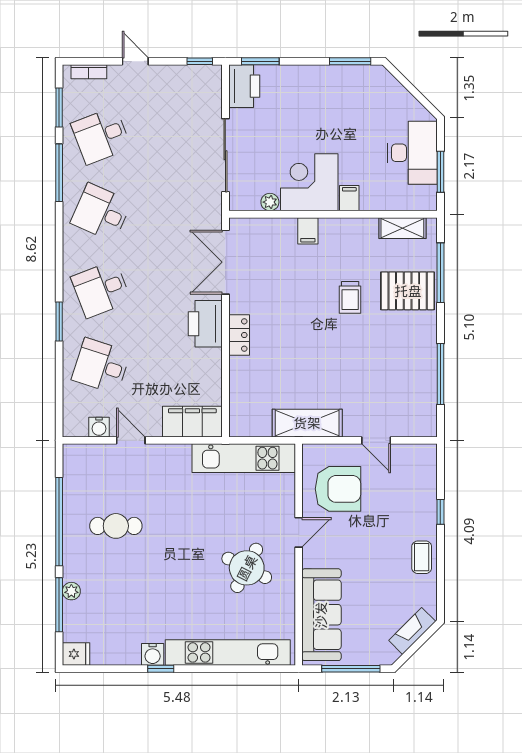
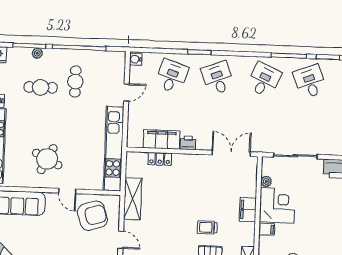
filing cabinet: (308, 231) -> (248, 210), width x2.00
printer: (205, 324) -> (188, 143), width x0.53, depth x0.68
locker: (239, 335) -> (160, 159), moved
filing cabinet: (192, 422) -> (162, 139), moved, turned -90
water cooler: (99, 427) -> (136, 59), moved
door: (376, 440) -> (121, 240), swing flipped
kitchen unit: (244, 458) -> (113, 149), width x1.36
armchair: (338, 489) -> (92, 216), turned -107
cafe table: (128, 583) -> (41, 87), added

